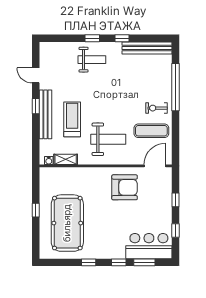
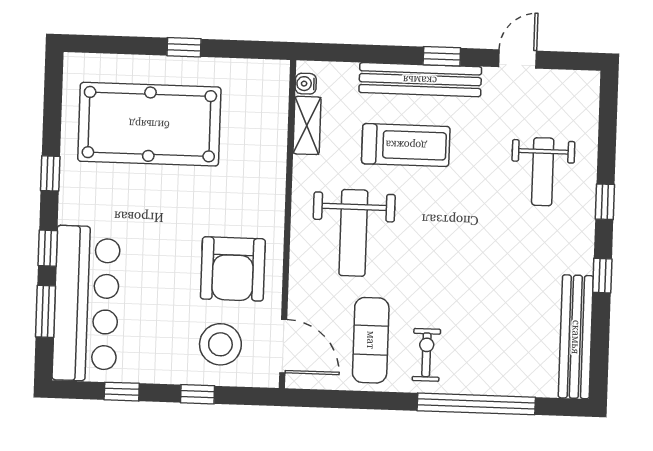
weight bench: (92, 60) -> (543, 172), moved
stool: (155, 191) -> (220, 344), added
bar counter: (149, 246) -> (86, 304), width x1.36

